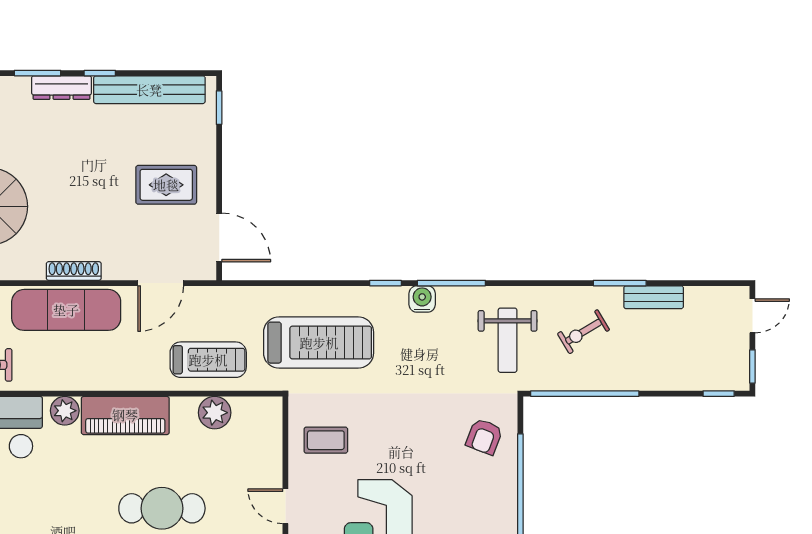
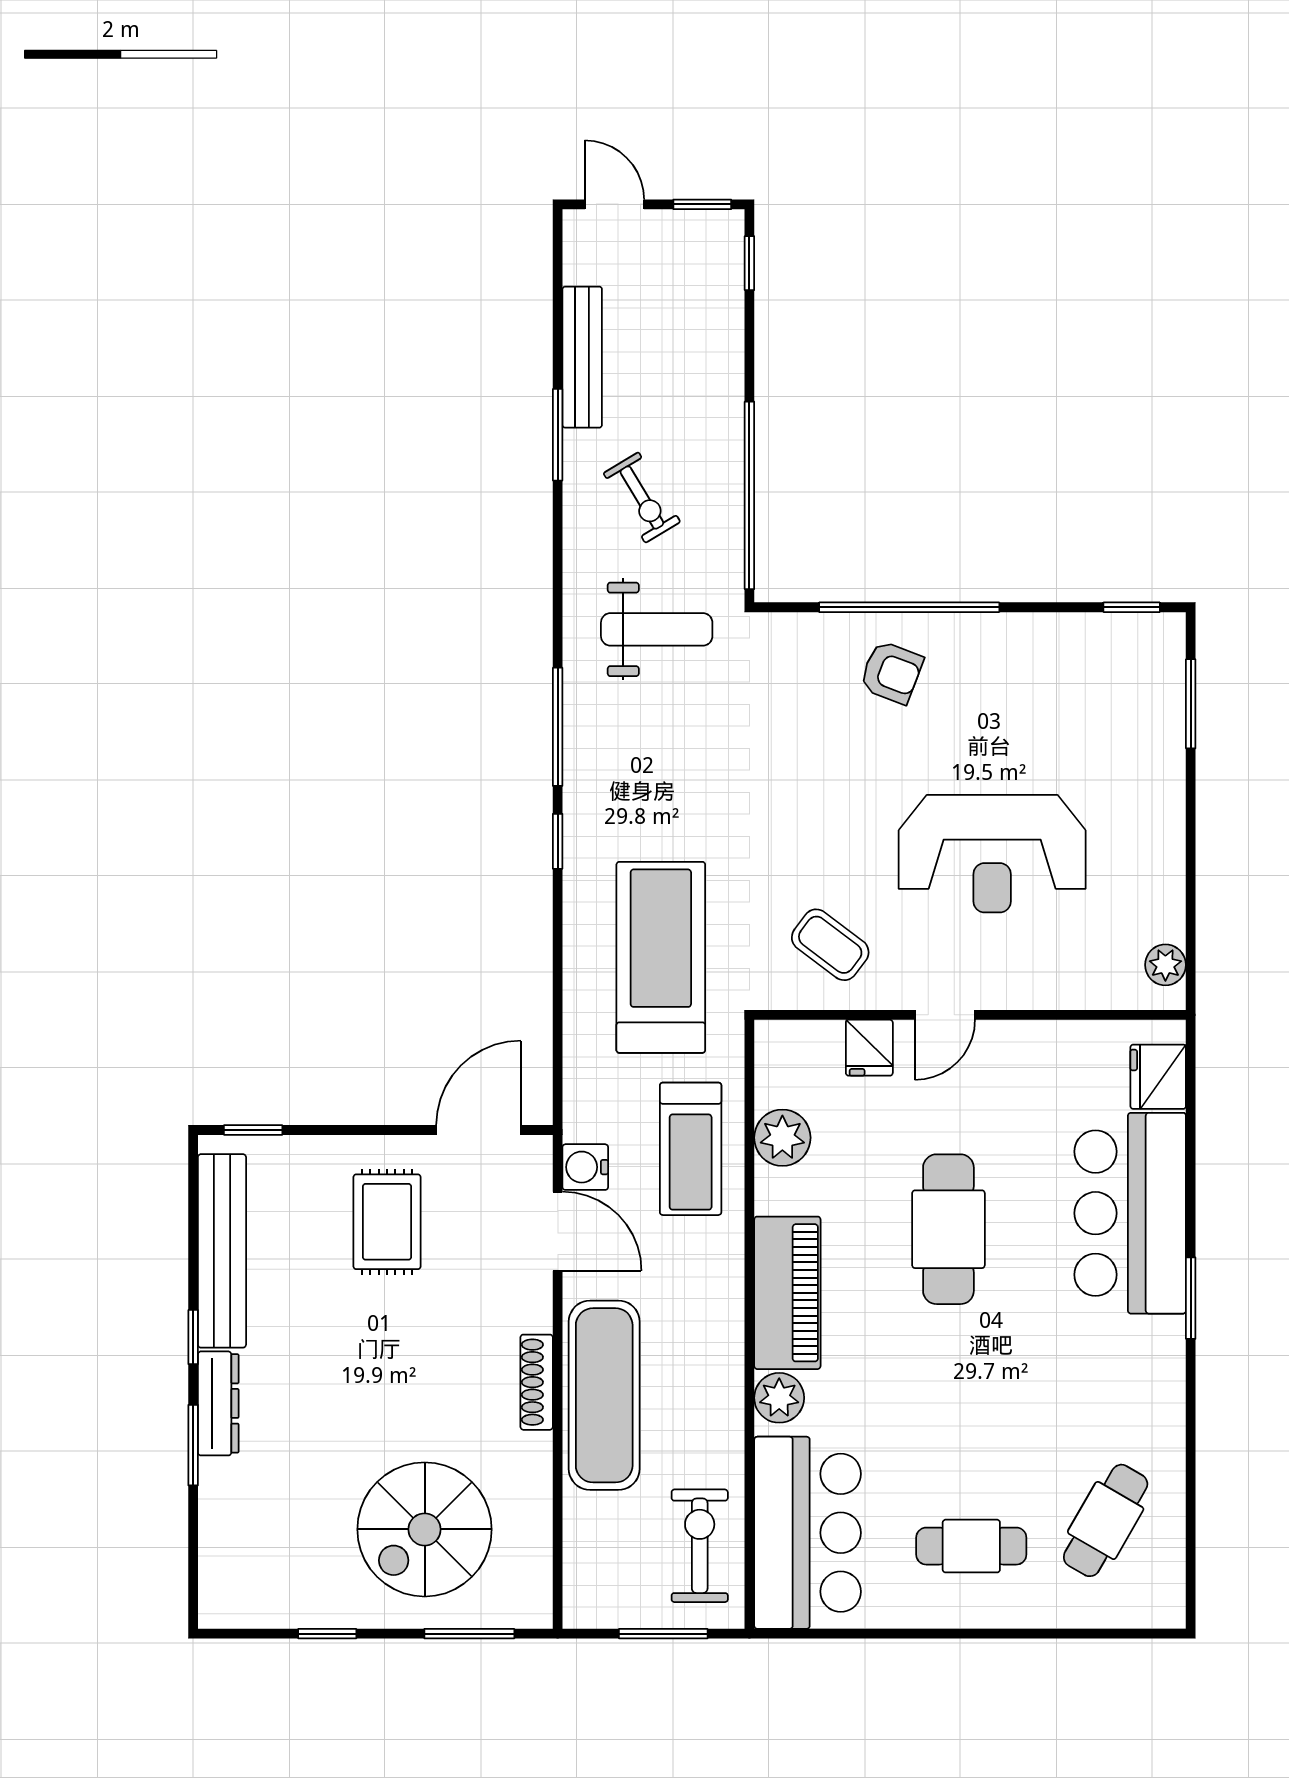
bench: (654, 297) -> (582, 357), width x1.36
water cooler: (422, 299) -> (585, 1167), moved
treadmill: (208, 360) -> (691, 1149), turned 180
armchair: (484, 437) -> (891, 672), moved
coffee table: (326, 440) -> (830, 945), turned -53
fridge: (267, 463) -> (869, 1048), added

